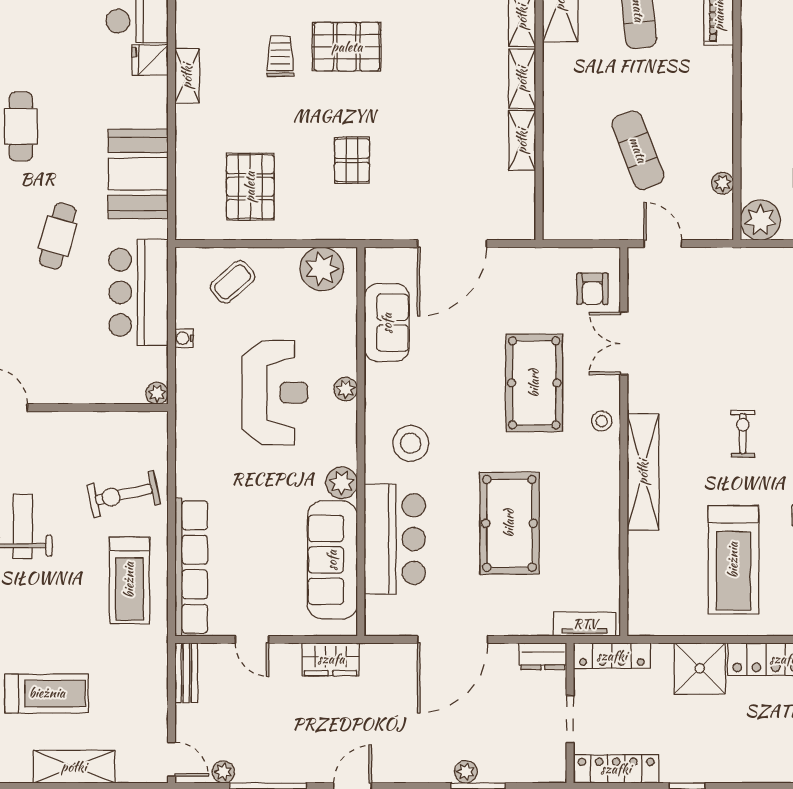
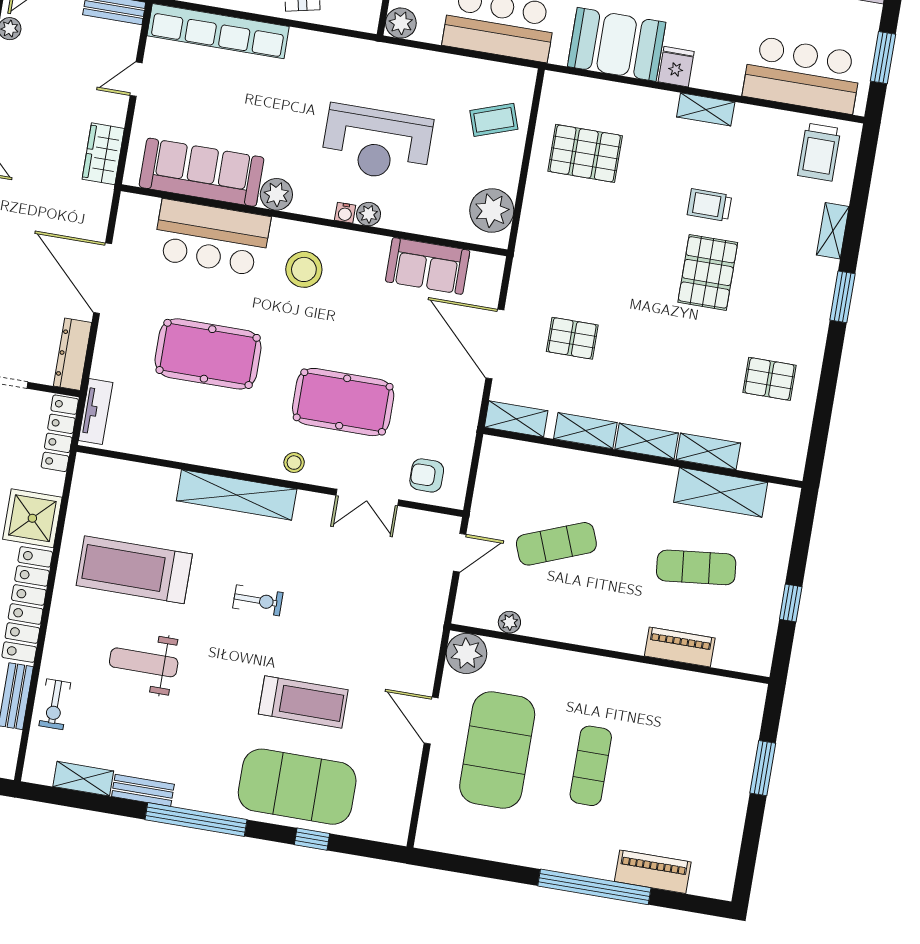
trolley: (280, 56) -> (709, 205), turned 180
fridge: (150, 60) -> (676, 67), moved
pallet: (352, 160) -> (572, 338), moved
shelving: (522, 210) -> (516, 419), added
coffee table: (233, 282) -> (494, 120), turned -68
water cooler: (184, 338) -> (345, 213), moved, turned 180
double door: (624, 343) -> (367, 497), swing flipped
plant: (157, 393) -> (401, 23), width x1.38, depth x1.38
dresser: (543, 656) -> (72, 354), width x1.44

